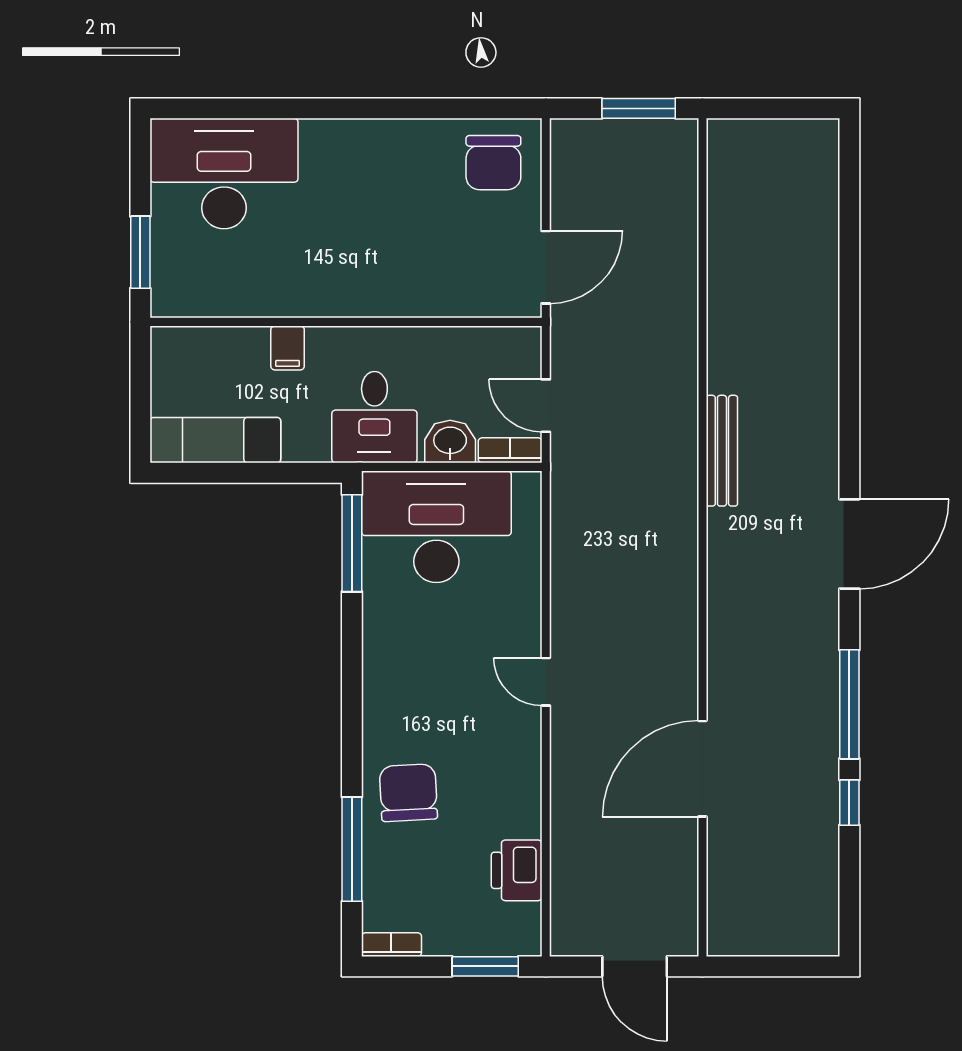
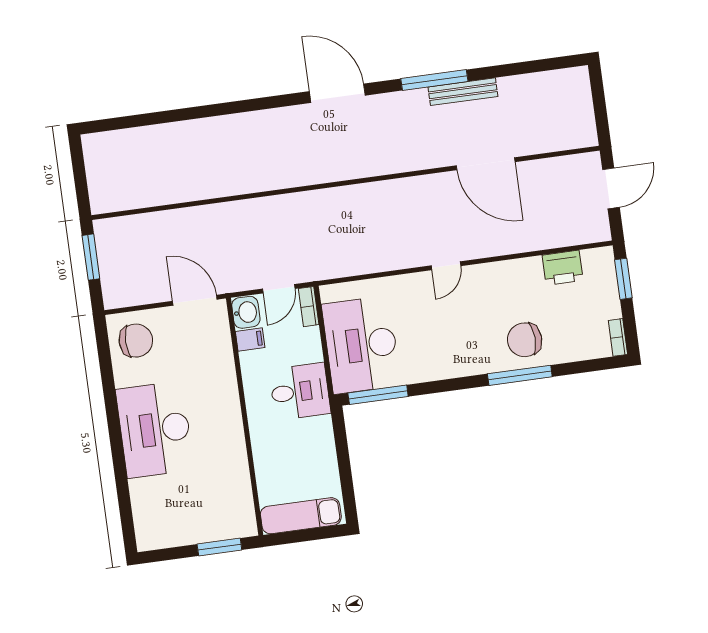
desk: (224, 174) -> (155, 430), moved
filing cabinet: (288, 348) -> (250, 339), moved
exam couch: (215, 440) -> (301, 516), moved, turned 90
washbasin: (450, 442) -> (246, 312), moved, turned 180
bench: (722, 451) -> (463, 92), moved
window: (849, 803) -> (494, 72), removed
window: (352, 849) -> (520, 375), moved

